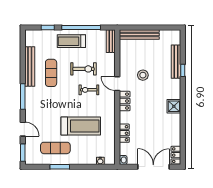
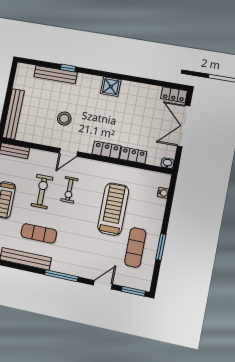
locker: (125, 101) -> (106, 150), moved

